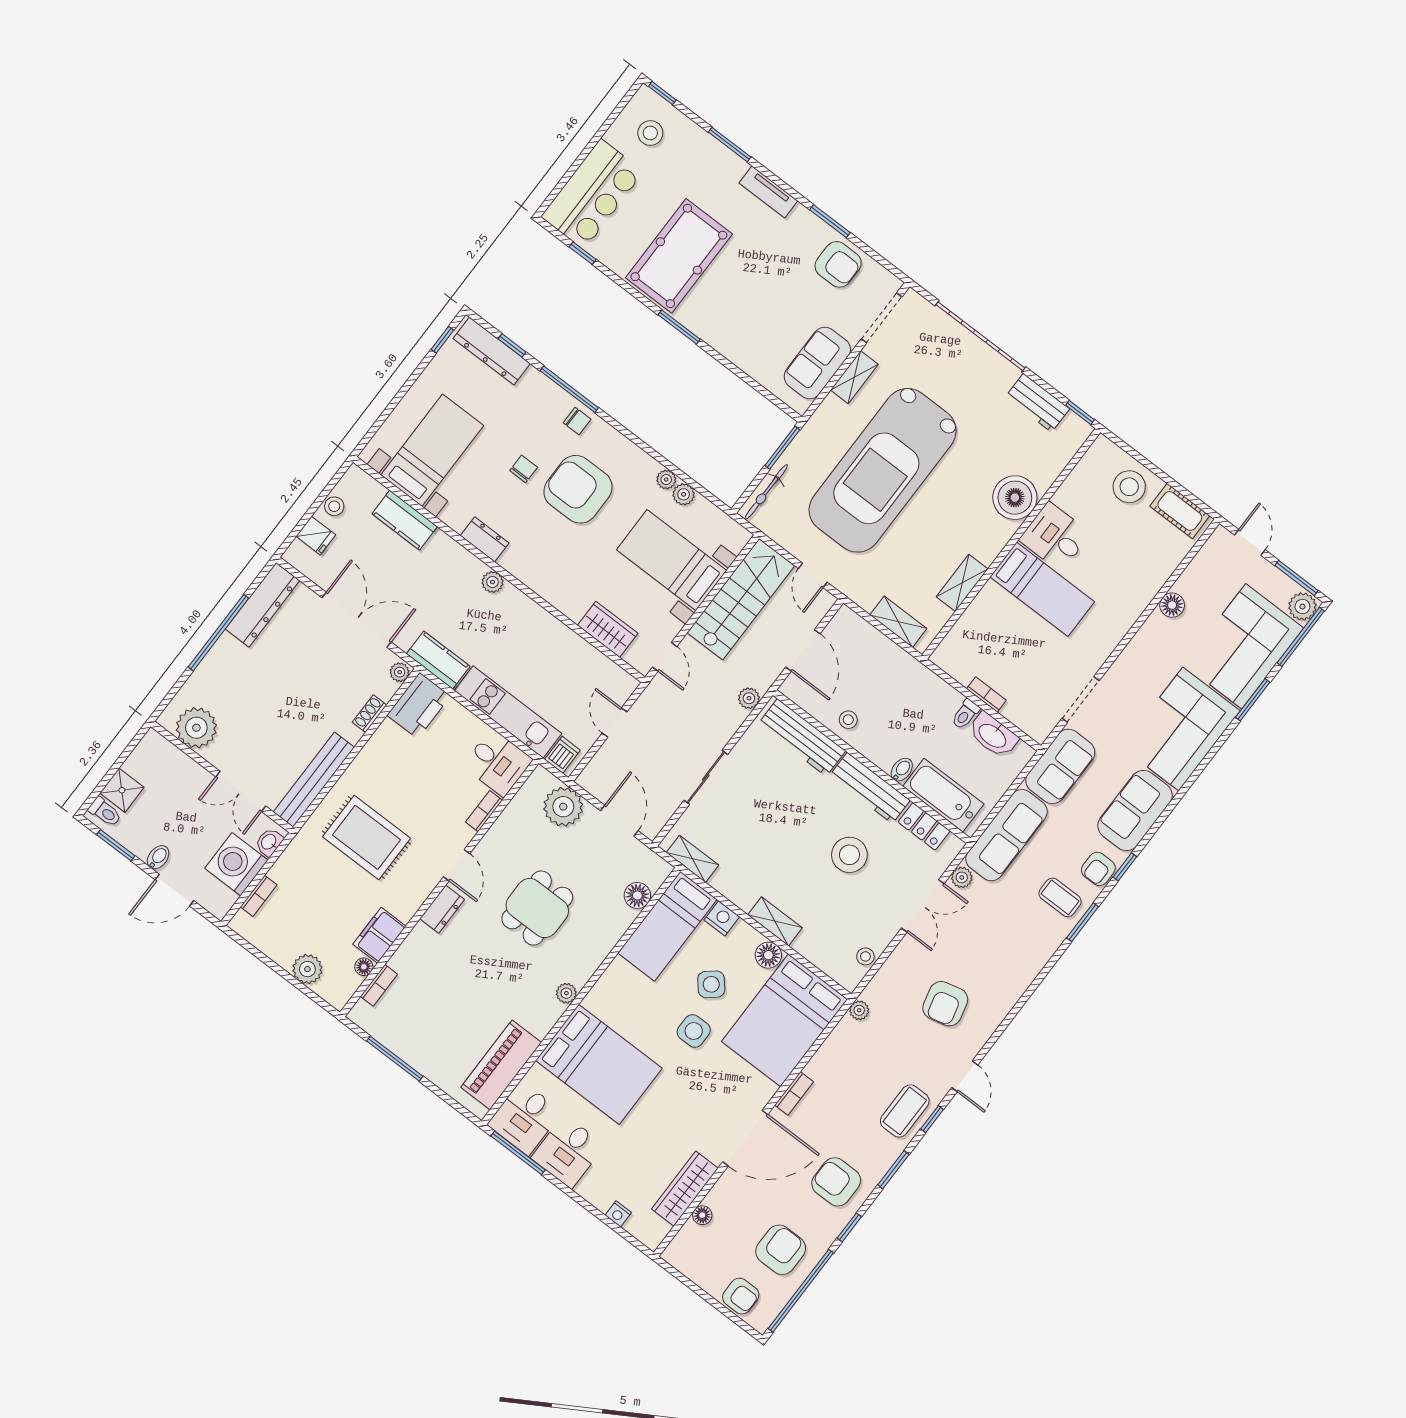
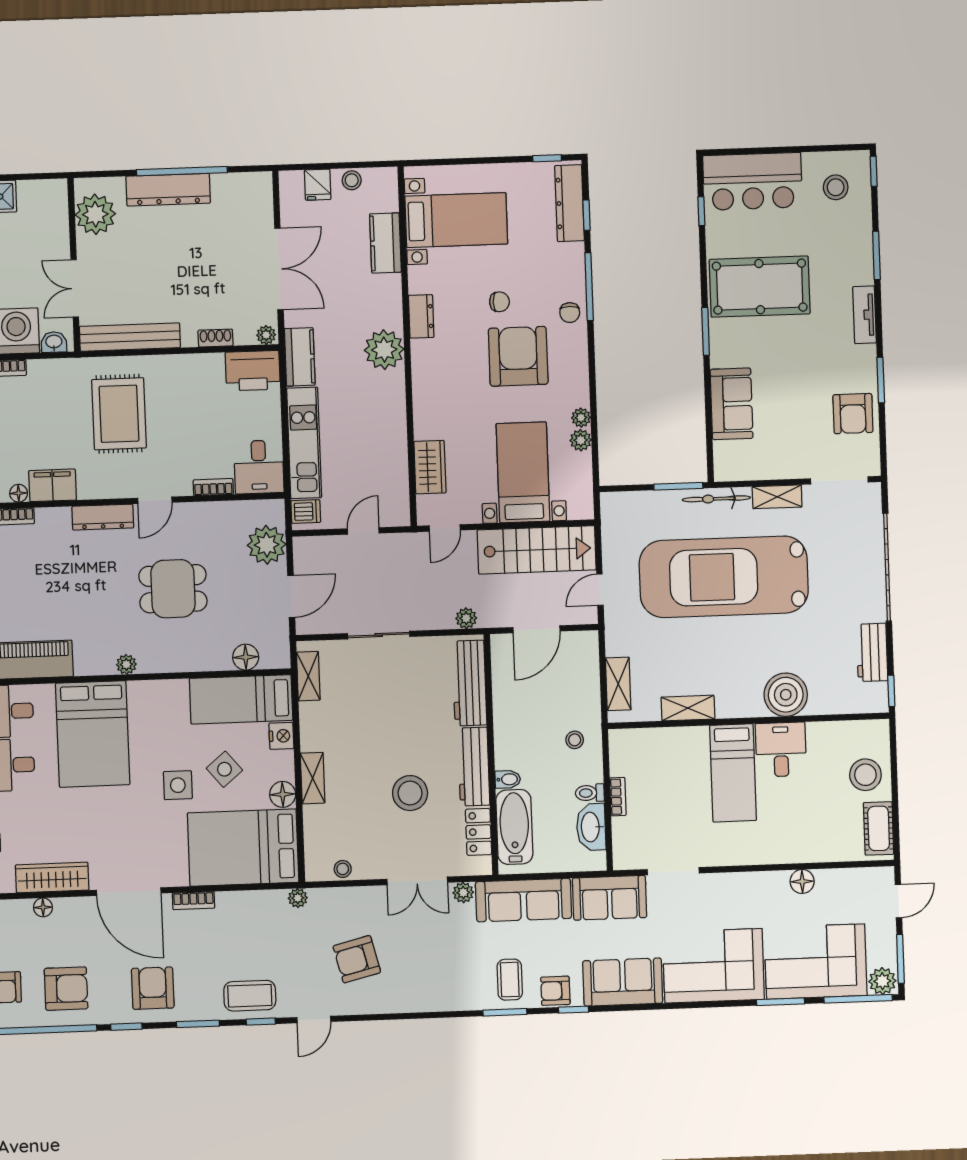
sofa: (817, 363) -> (732, 404), moved, turned 90
bicycle: (766, 492) -> (716, 499), moved
plant: (493, 582) -> (384, 350), width x1.88, depth x1.88
dresser: (263, 605) -> (168, 190), moved
stool: (848, 720) -> (575, 740), moved
dresser: (442, 909) -> (103, 517), width x1.44

